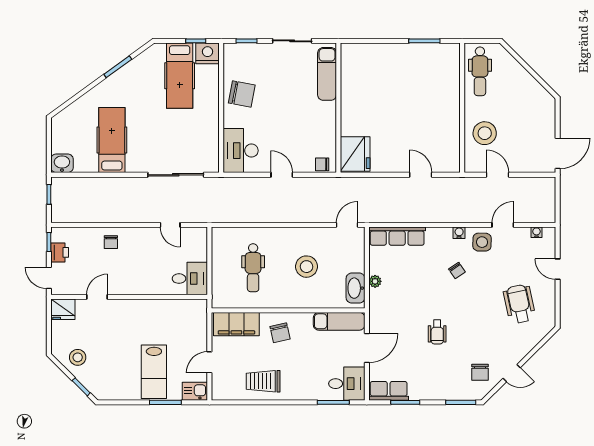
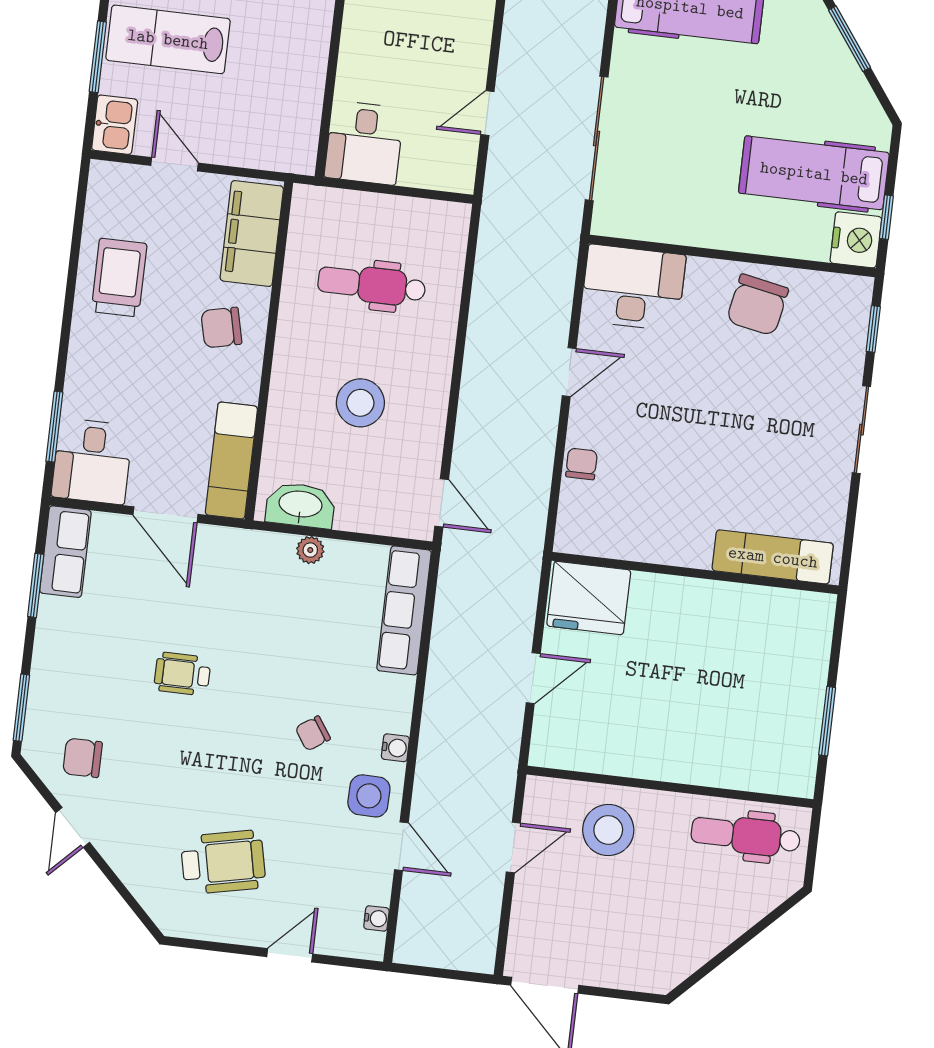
exam couch: (327, 74) -> (773, 557), moved
wall: (338, 108) -> (695, 573), moved
fridge: (355, 154) -> (589, 598), moved

